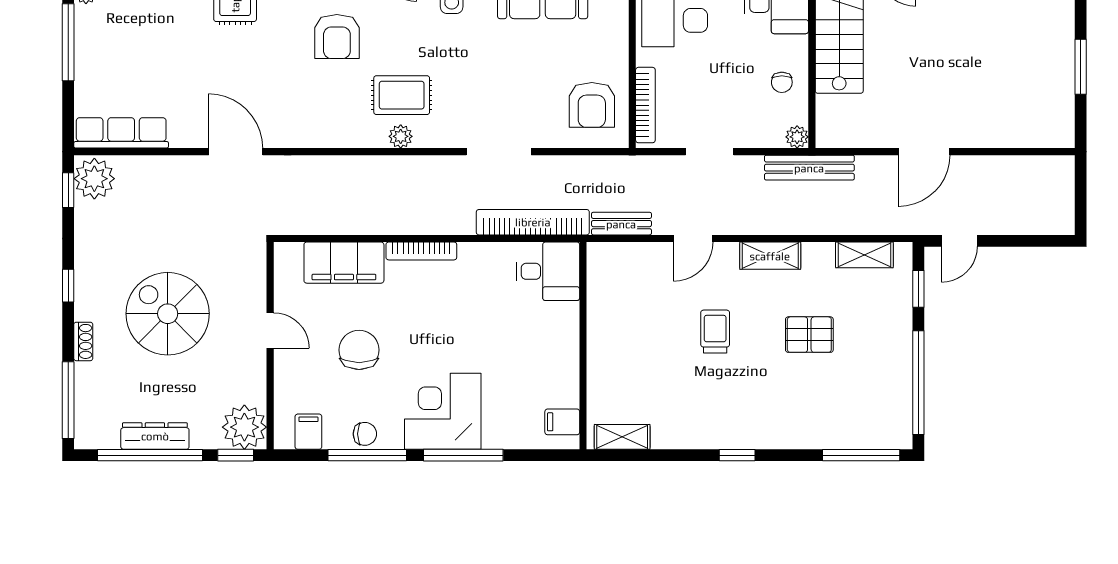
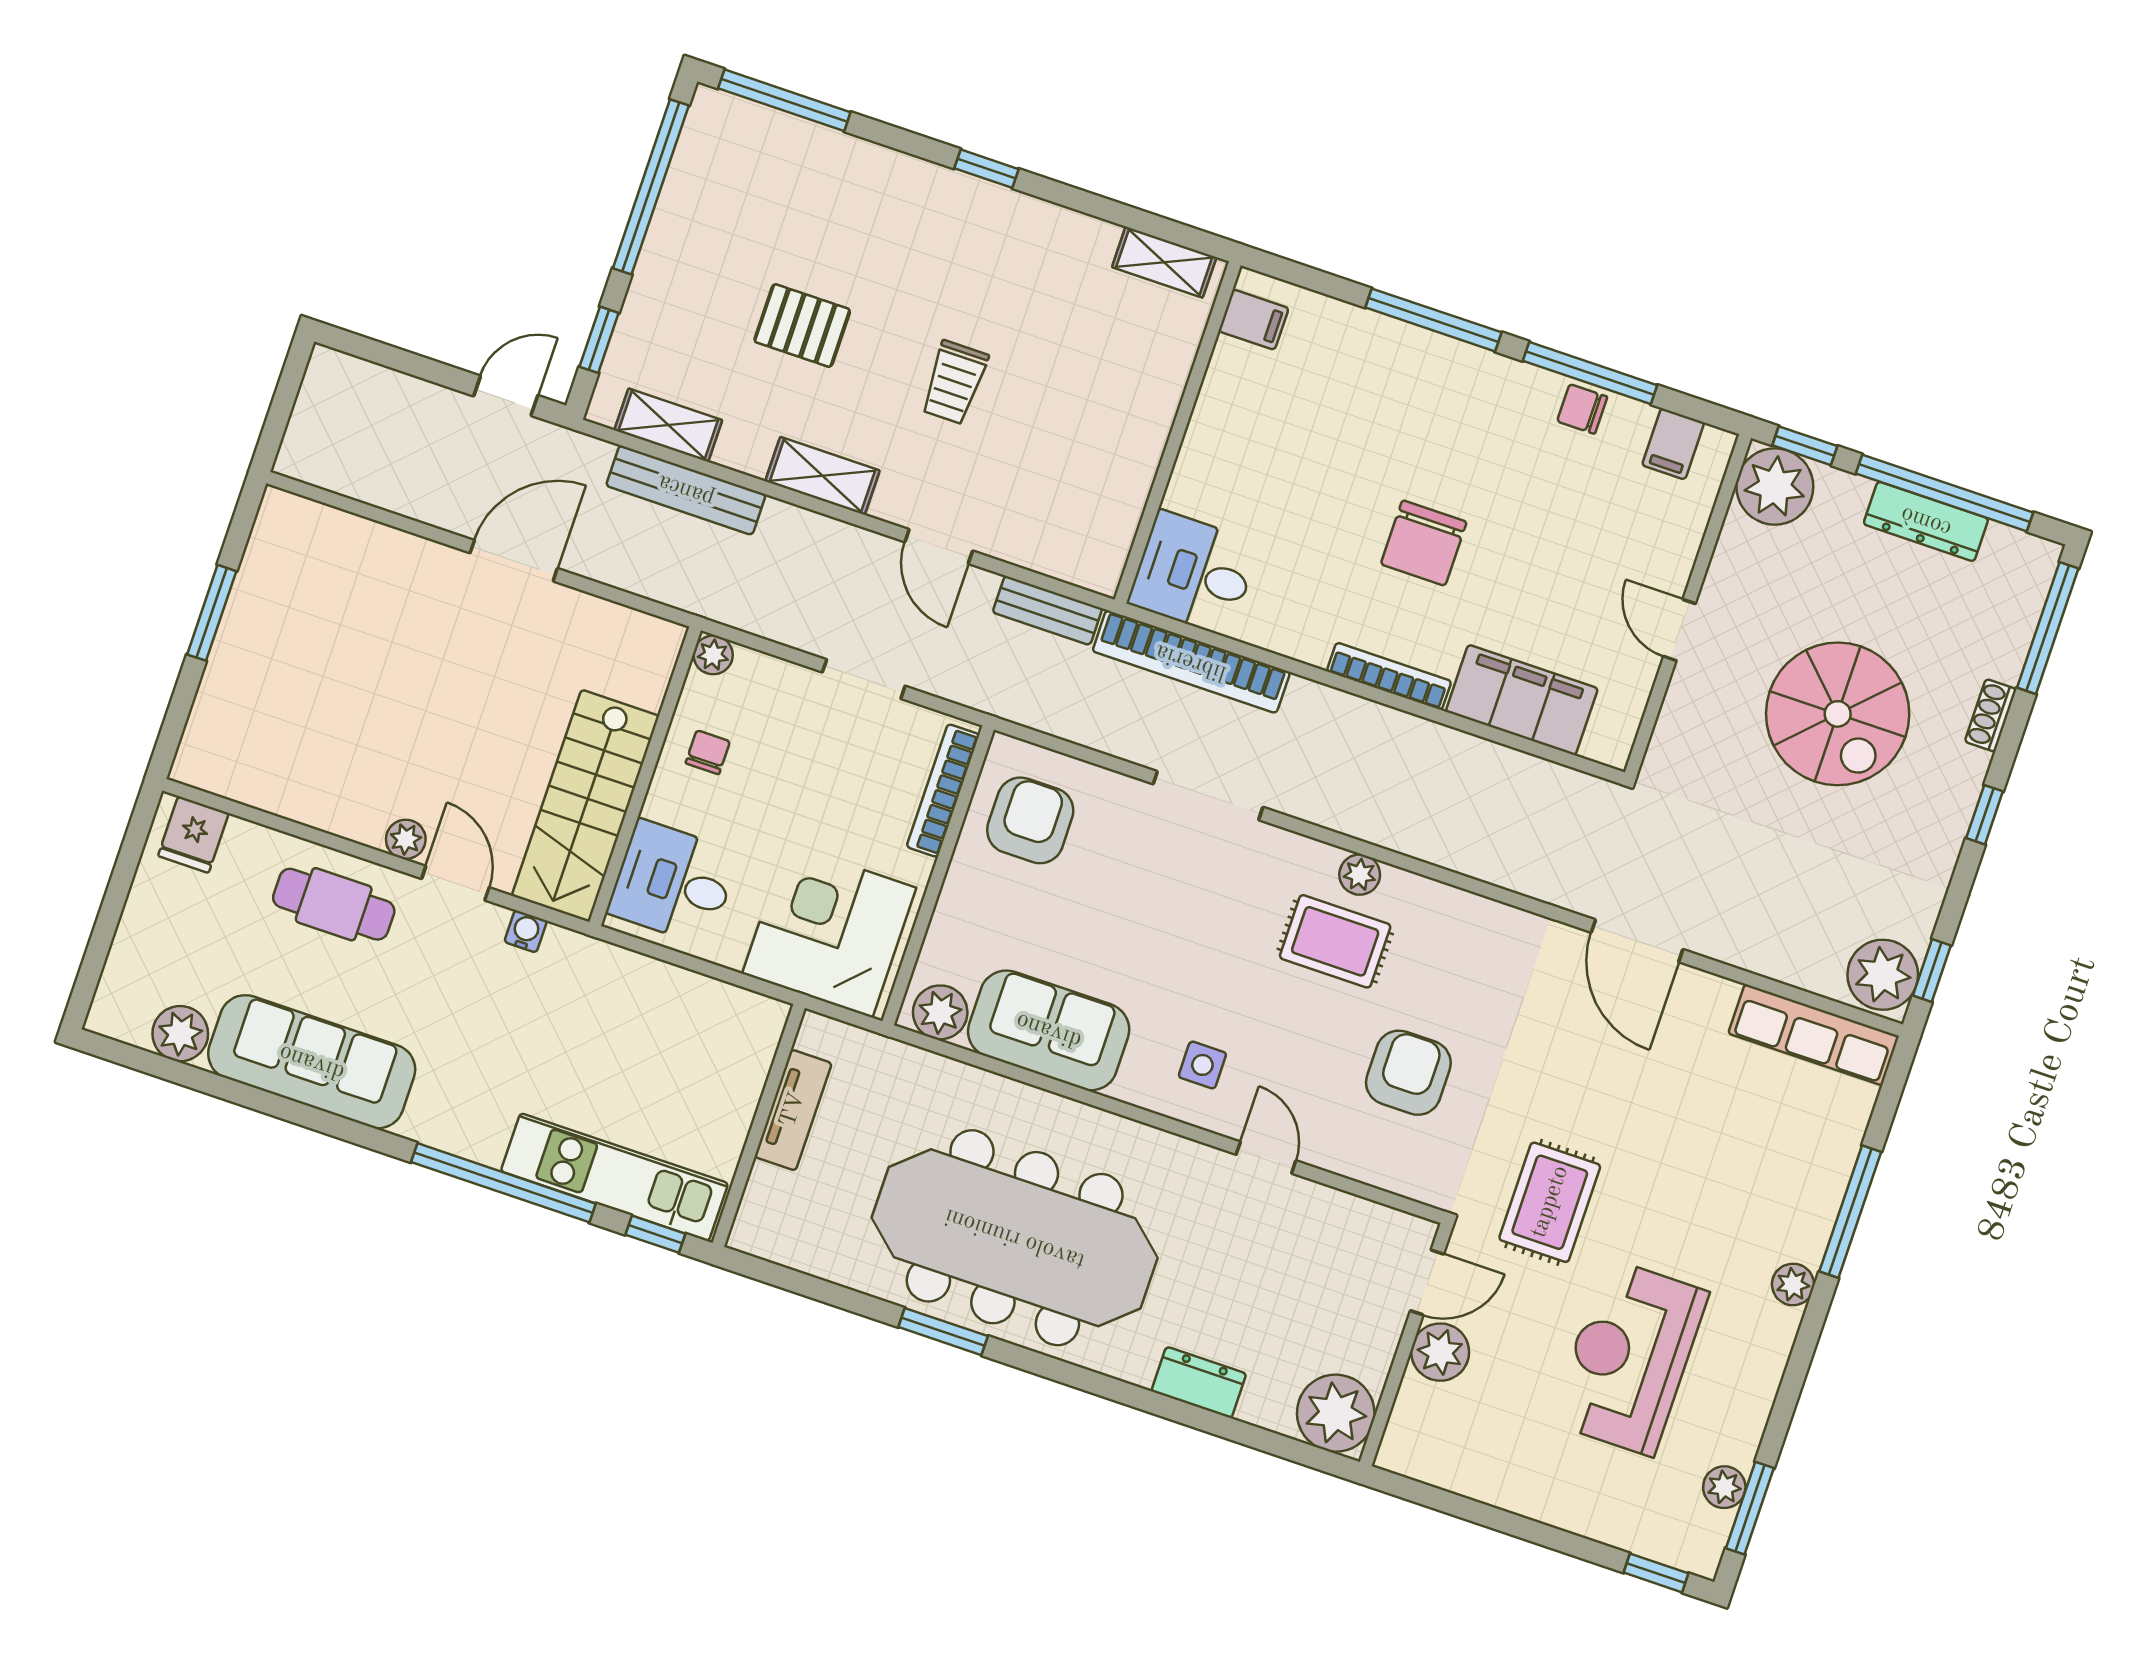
bench: (809, 168) -> (686, 490), moved
door: (693, 238) -> (939, 546), swing flipped
chair: (359, 350) -> (1424, 543), moved
corner desk: (443, 411) -> (1443, 403), removed

